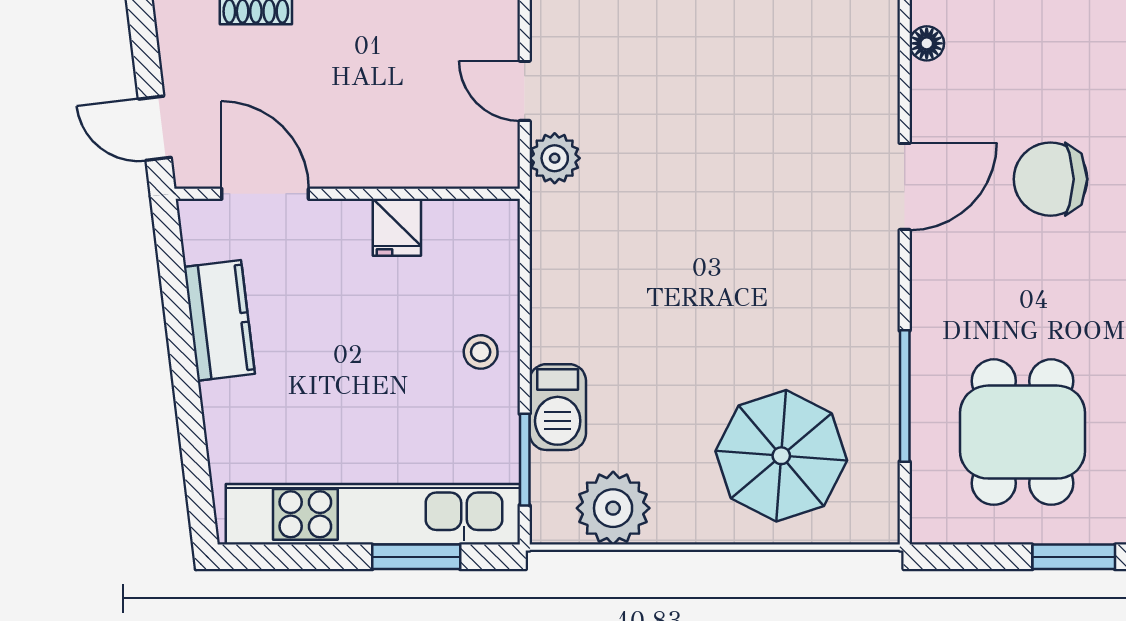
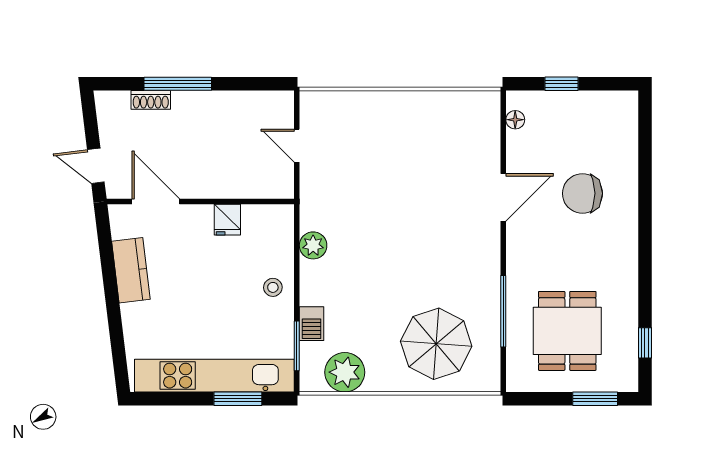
plant: (555, 158) -> (313, 245), moved
barbecue: (558, 407) -> (312, 324), width x0.73, depth x0.79

